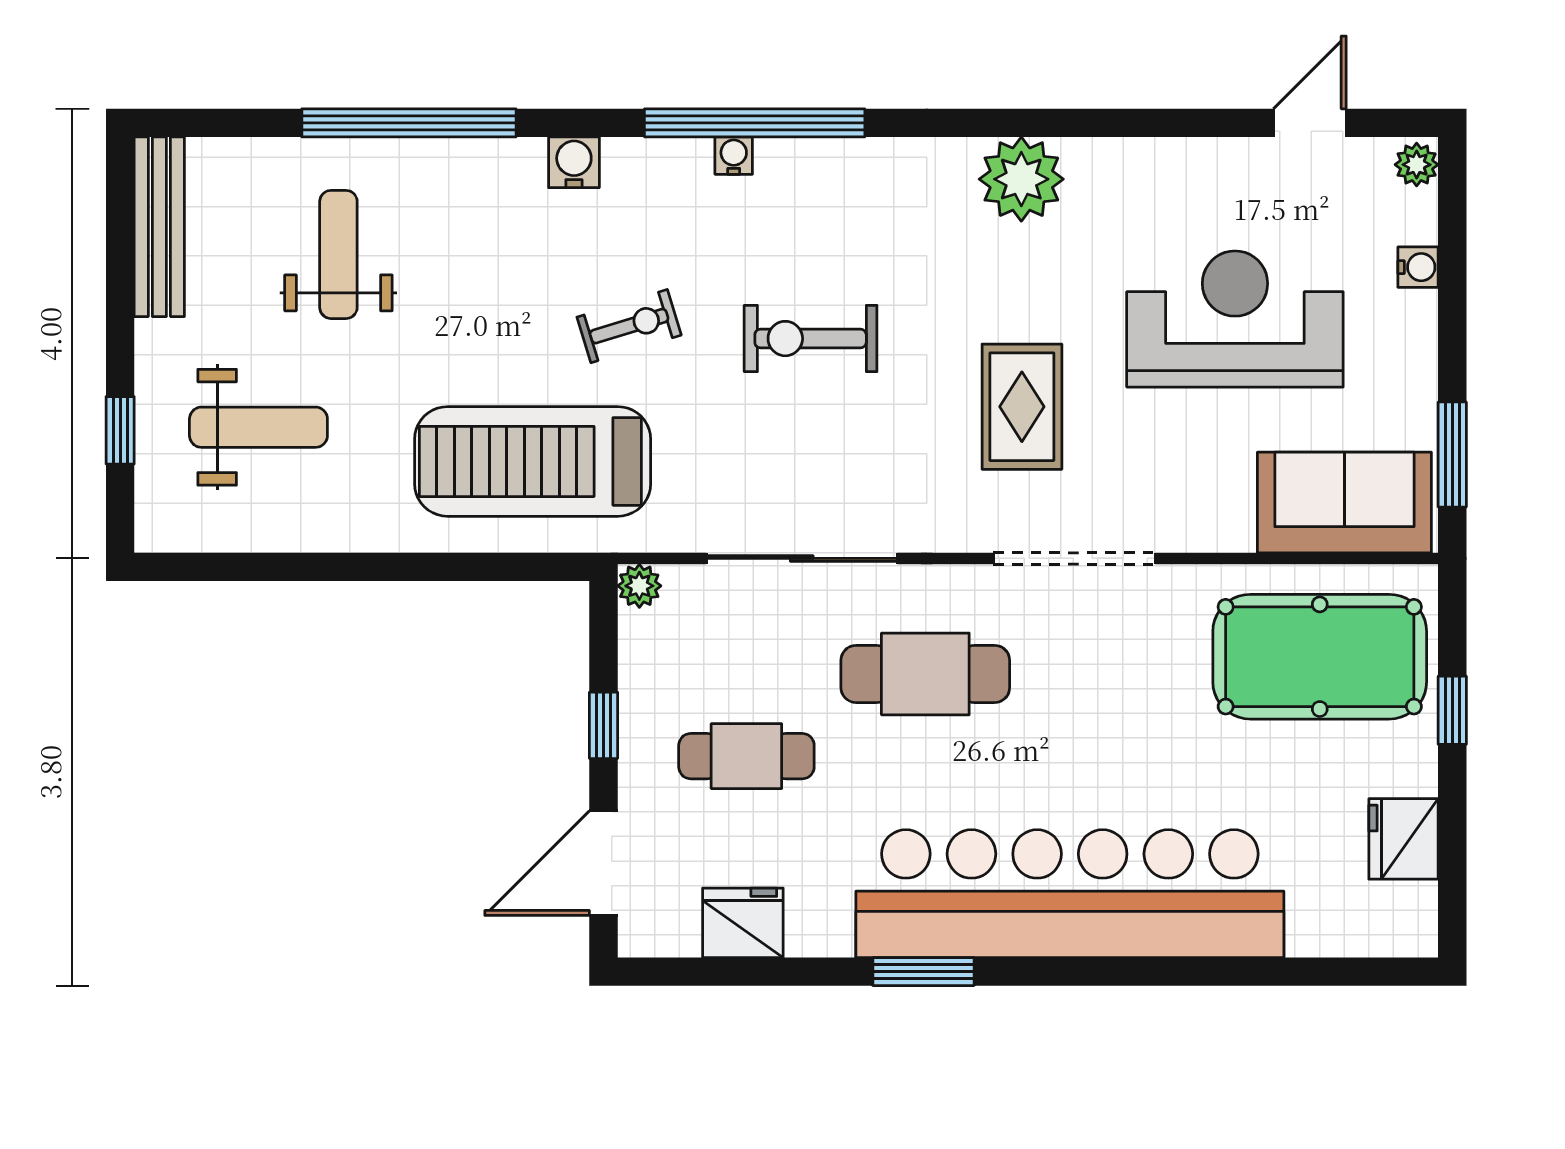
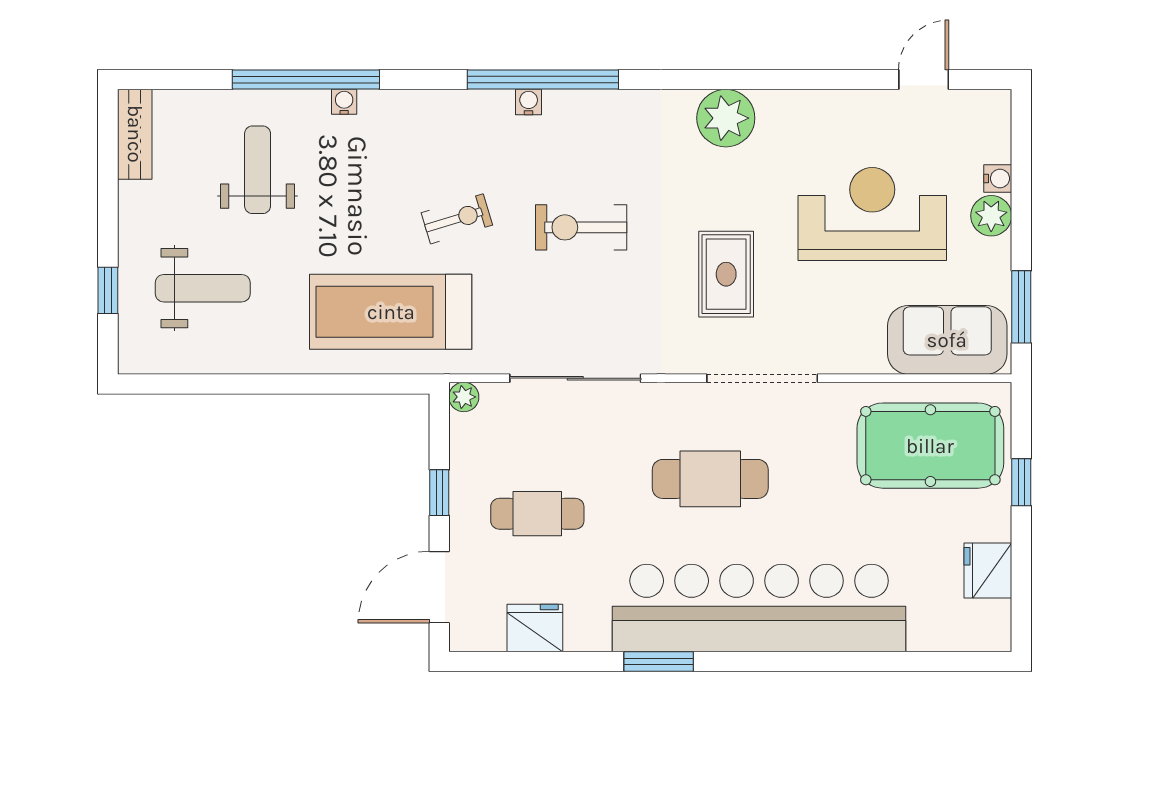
water cooler: (574, 162) -> (344, 102), moved, width x0.72, depth x0.72
plant: (1417, 165) -> (991, 216), moved, width x1.38, depth x1.38
bench: (159, 227) -> (135, 134), width x0.73
cafe table: (925, 674) -> (710, 479), moved

